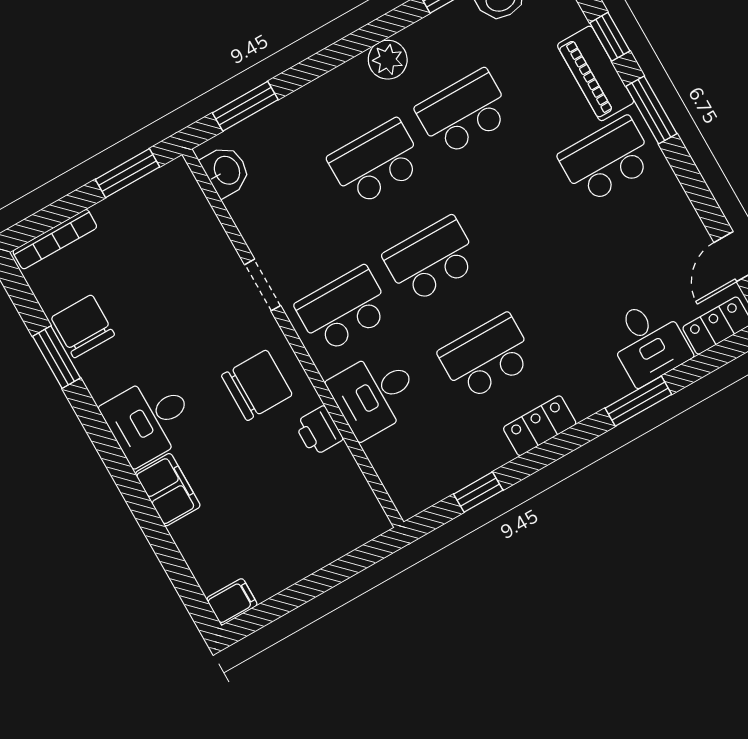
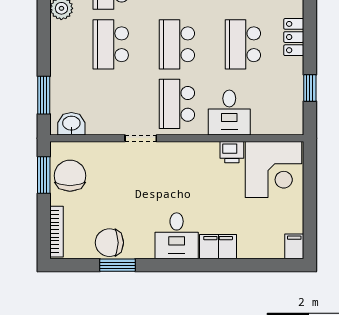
chair: (257, 385) -> (70, 176), moved
corner desk: (328, 507) -> (274, 170), added

